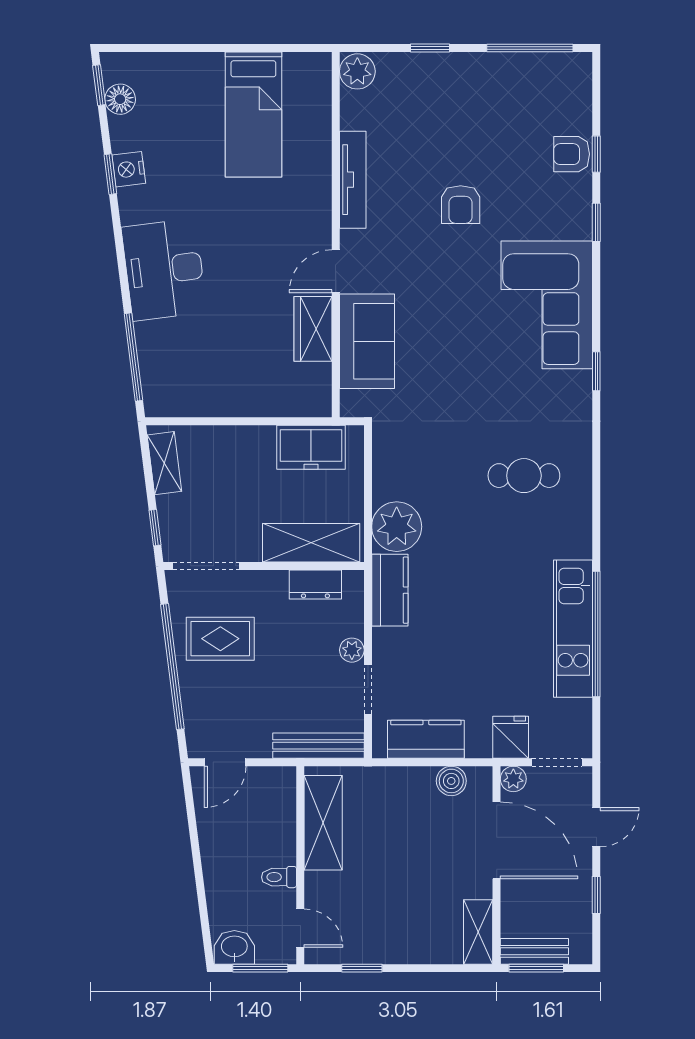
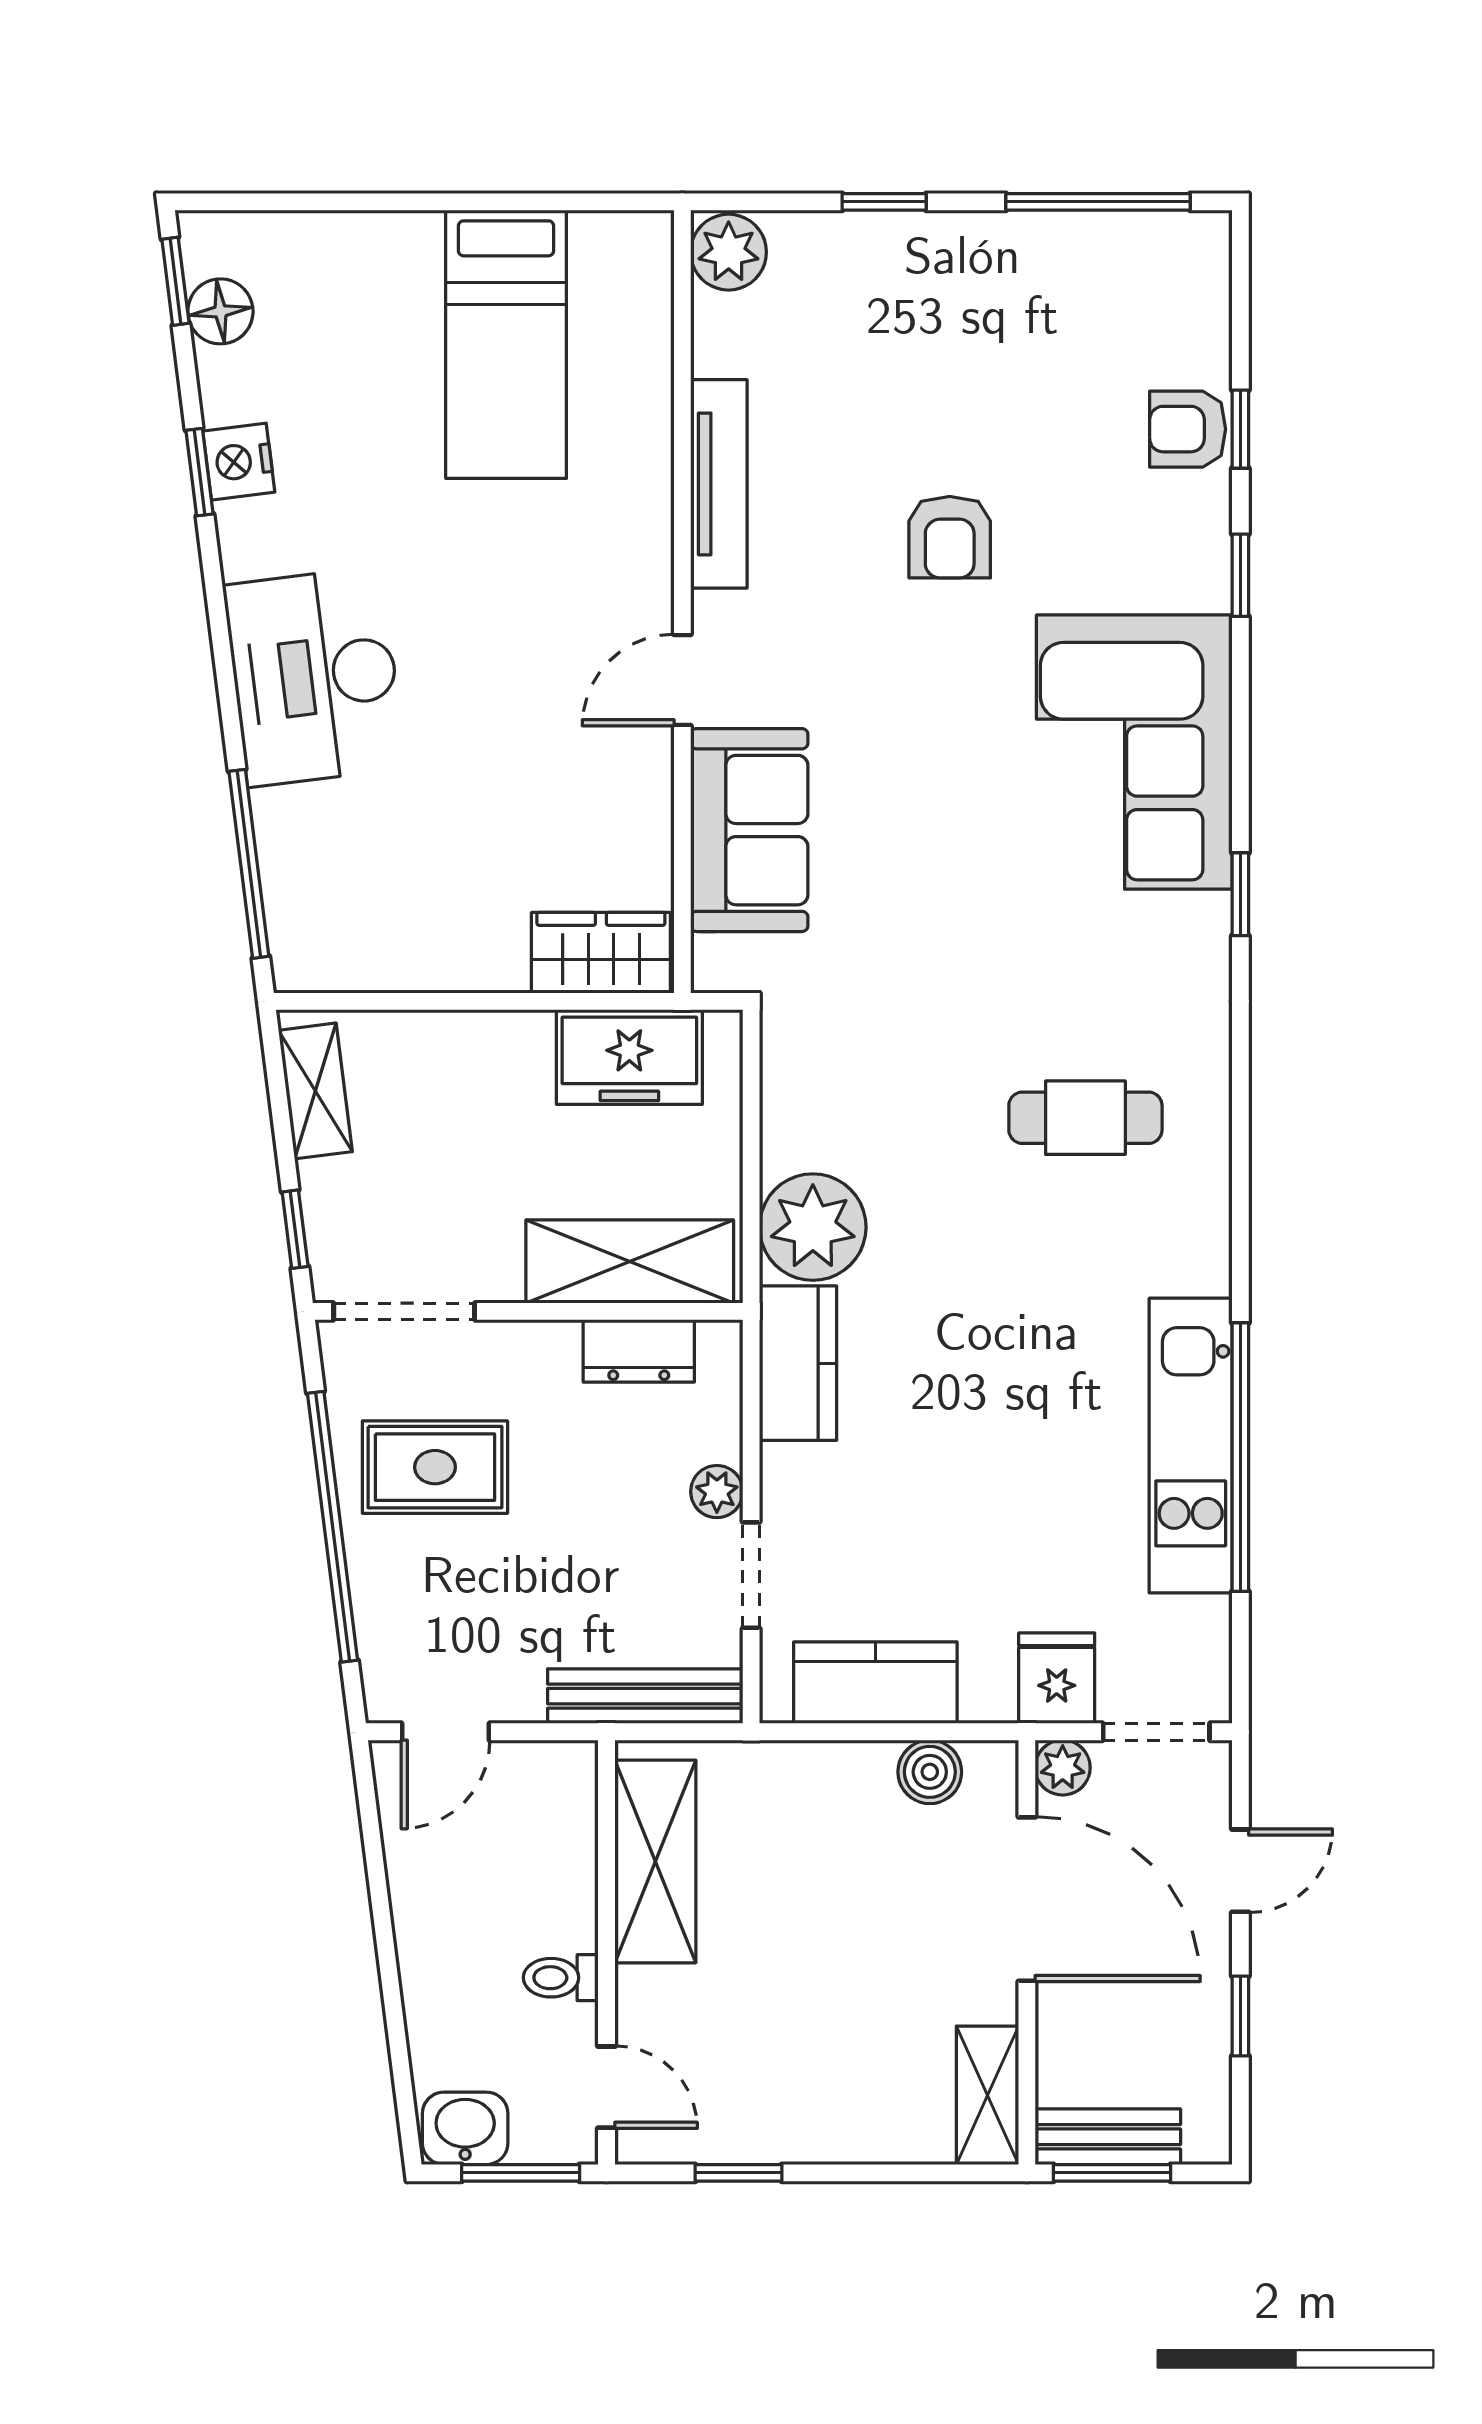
wardrobe: (313, 329) -> (601, 953), moved, turned 90

